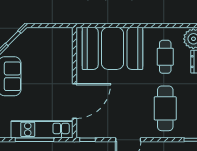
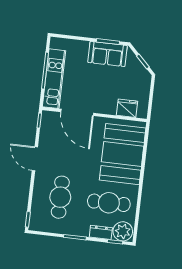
fridge: (64, 49) -> (127, 108), added
cafe table: (165, 57) -> (109, 203), width x1.37, depth x1.35
cafe table: (165, 108) -> (60, 197), turned 90

